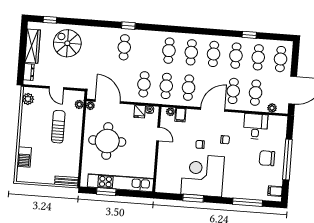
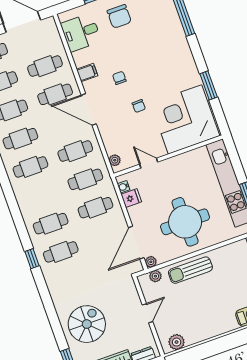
spiral stairs: (67, 43) -> (87, 324), turned 180
cafe table: (169, 51) -> (51, 224), moved
plant: (272, 108) -> (55, 38), removed
filing cabinet: (180, 115) -> (87, 73), moved
desk: (255, 126) -> (81, 32), moved
sun lounger: (58, 127) -> (190, 270), moved
door: (158, 134) -> (149, 163), hinge flipped
corner desk: (203, 175) -> (185, 119), moved, turned 90

